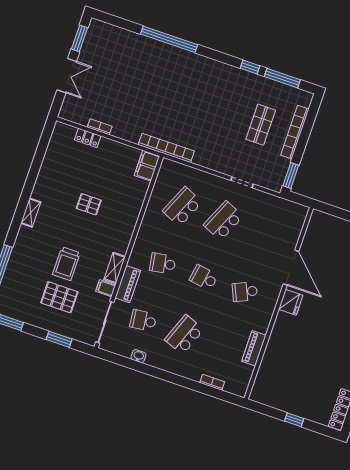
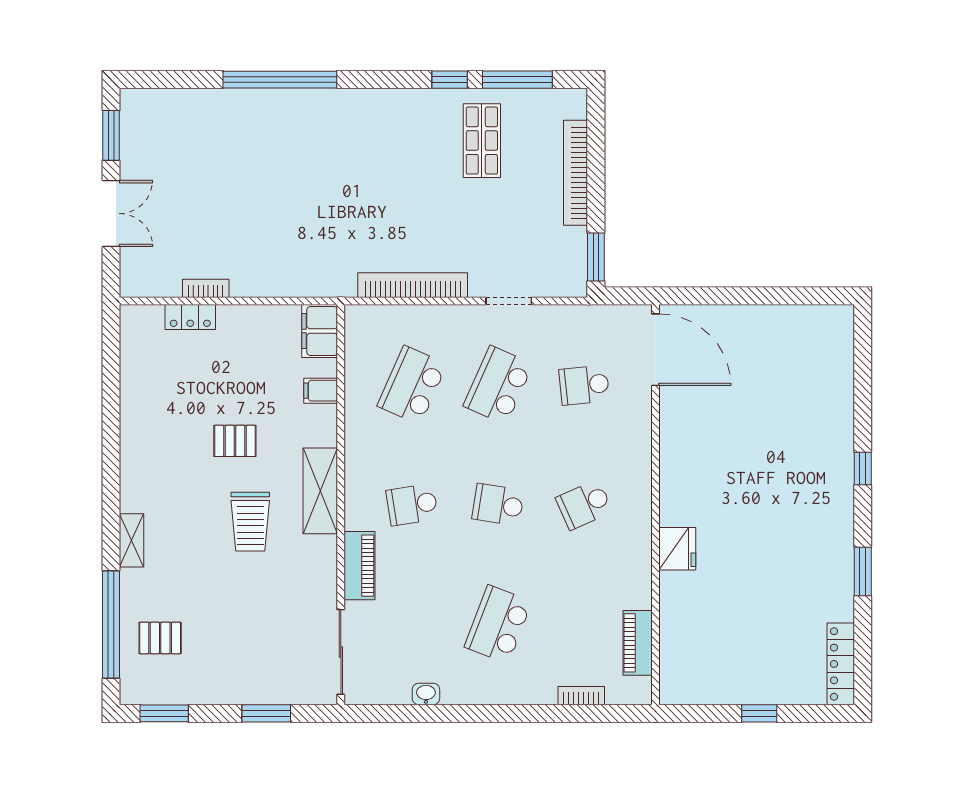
shop shelf: (261, 125) -> (482, 141), moved
bookcase: (166, 148) -> (413, 285), moved
shelving: (31, 213) -> (132, 540), moved
trolley: (66, 264) -> (250, 522), moved
shelving: (115, 268) -> (320, 491), moved, width x1.50, depth x1.33
door: (291, 268) -> (655, 350), moved
filing cabinet: (106, 288) -> (321, 391), moved
pallet: (59, 297) -> (160, 638), moved, width x0.67, depth x0.71
fridge: (291, 302) -> (677, 549), moved
school desk: (143, 321) -> (584, 385), moved
piano: (254, 348) -> (638, 643), moved

